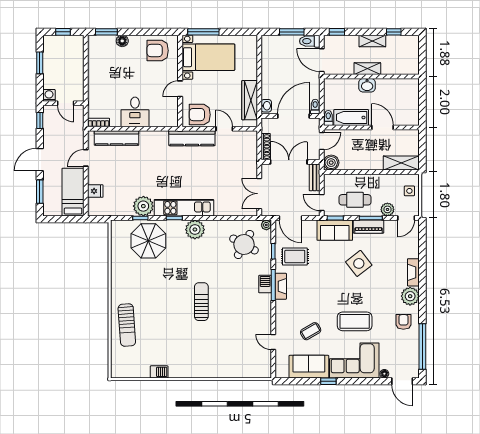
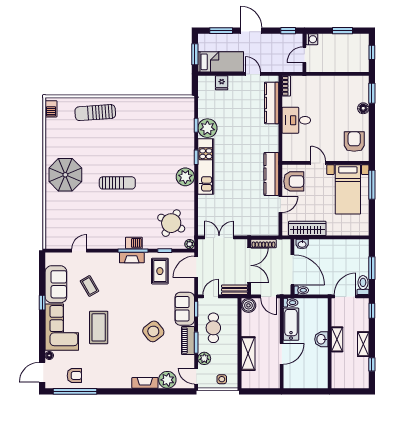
armchair: (200, 115) -> (294, 181), turned 90
shelving: (401, 163) -> (248, 354), moved
window: (65, 219) -> (195, 54), added
parasol: (148, 241) -> (65, 175), moved
plant: (410, 296) -> (167, 380), moved
armchair: (403, 322) -> (74, 376), moved
barbecue: (159, 372) -> (51, 109), moved

